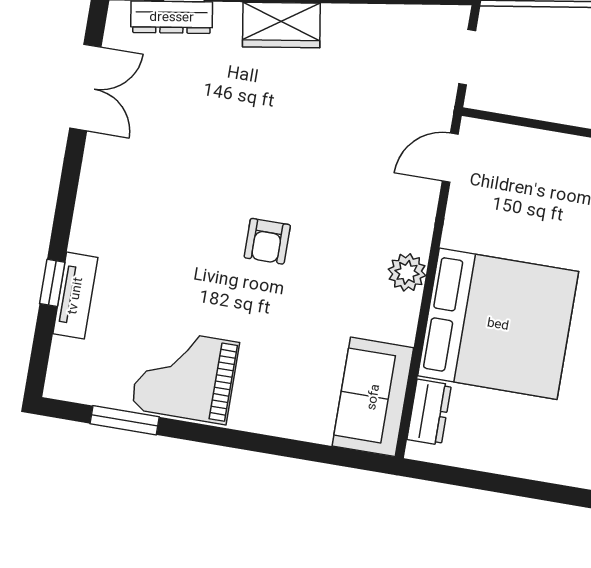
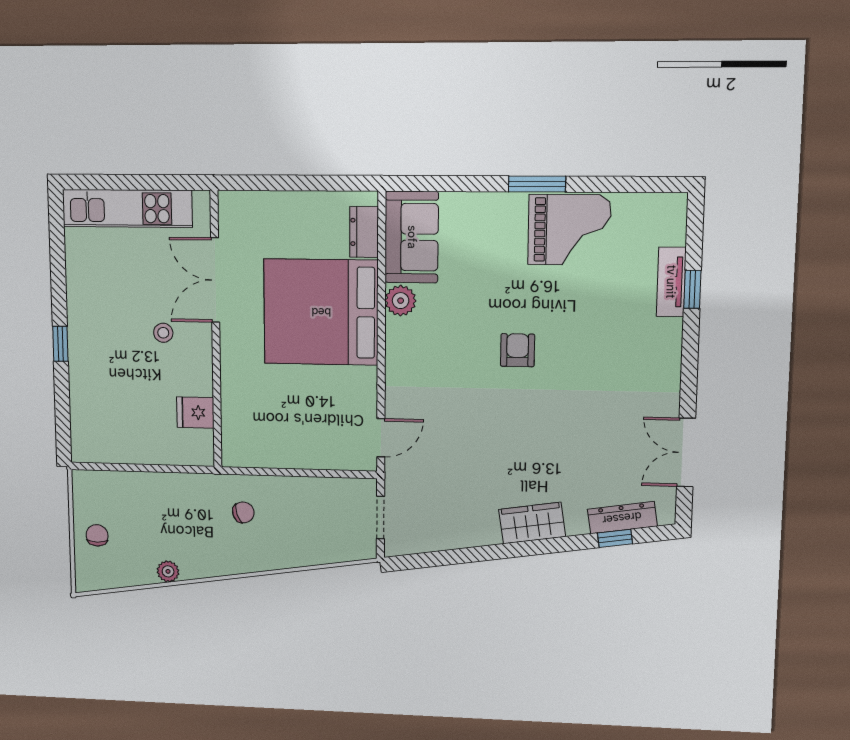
plant: (407, 272) -> (401, 301), moved
window: (125, 420) -> (537, 184), moved

